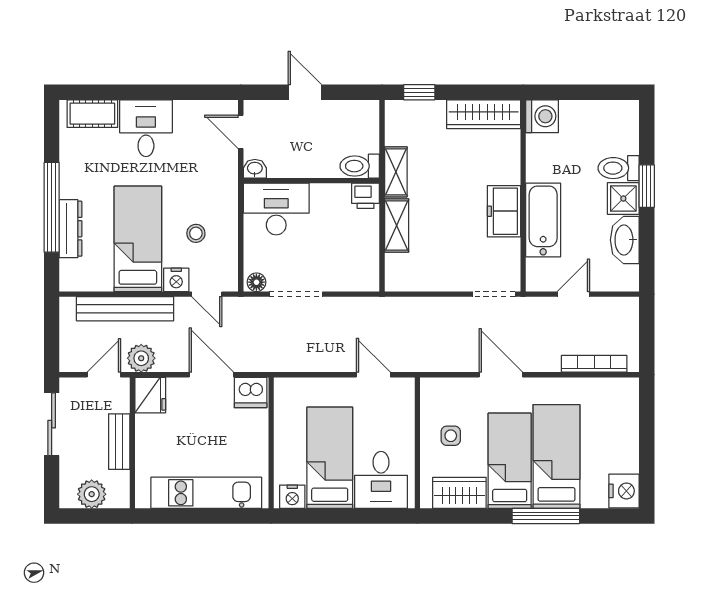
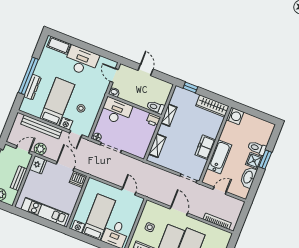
desk: (146, 128) -> (81, 61), width x1.37
shelving: (397, 226) -> (157, 146), moved

